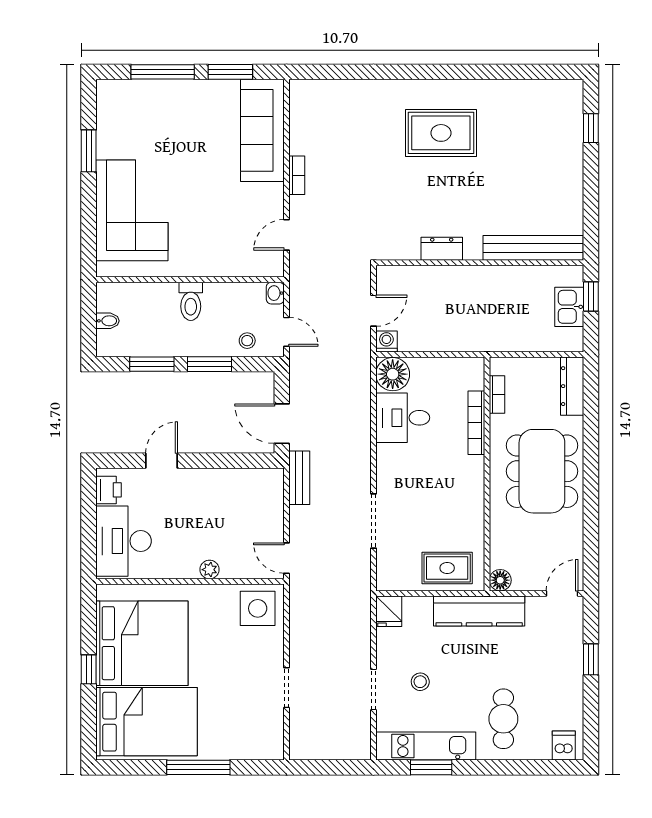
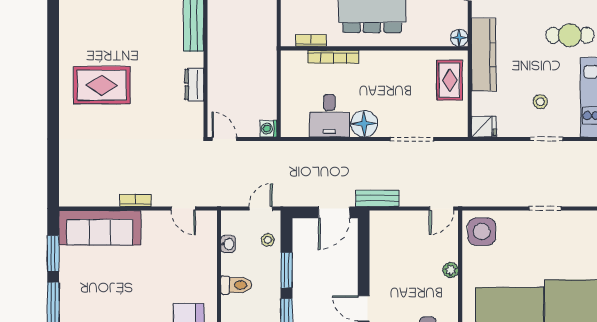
rug: (441, 133) -> (102, 85), turned 90
washbasin: (275, 293) -> (228, 244), moved, turned -90
door: (373, 311) -> (224, 139), moved
floor lamp: (393, 374) -> (364, 124), moved

